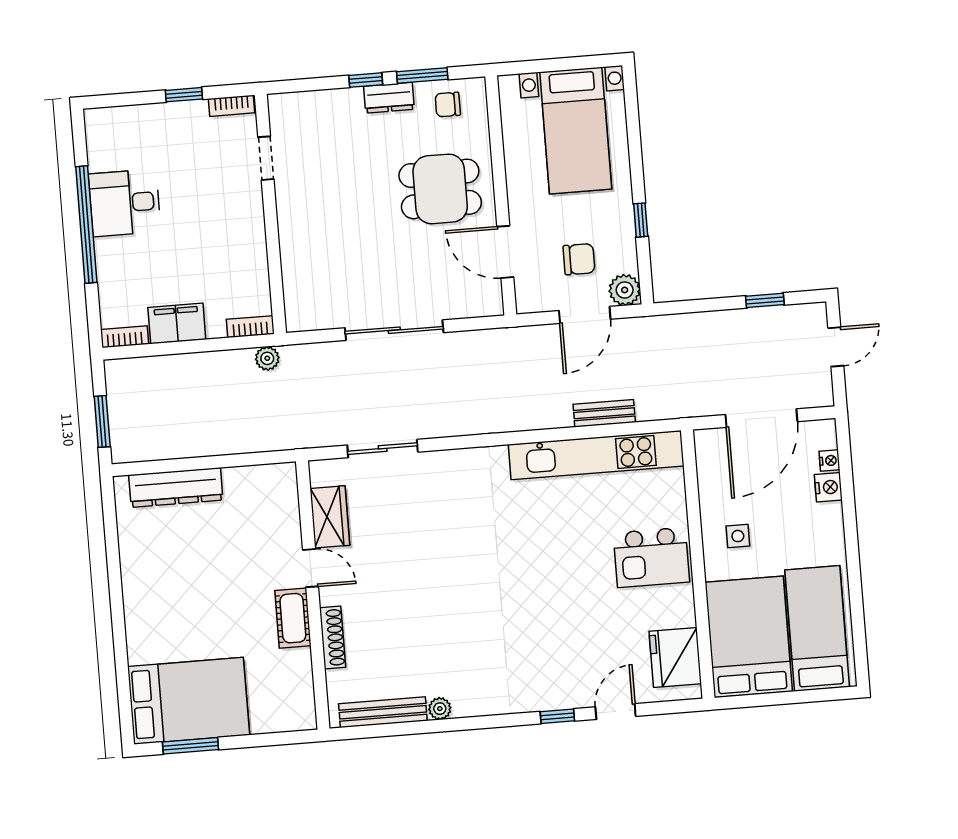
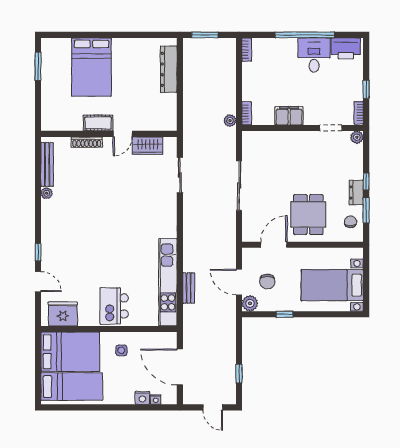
plant: (280, 105) -> (357, 137), added
printer: (106, 141) -> (346, 48), added
filing cabinet: (177, 323) -> (289, 116), moved, turned -90
bed: (189, 701) -> (91, 67), moved

